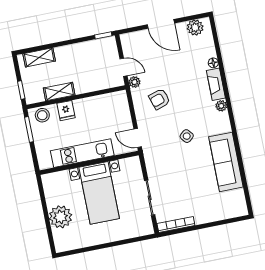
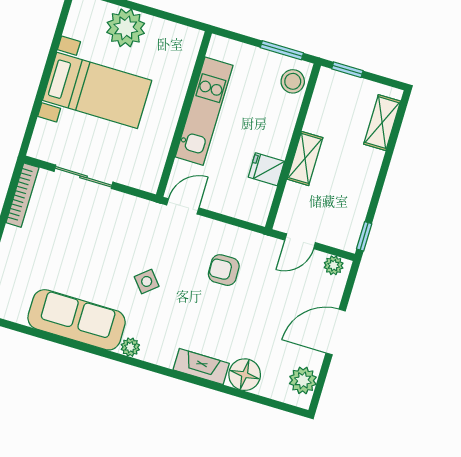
floor lamp: (213, 63) -> (245, 375), width x1.89, depth x1.89
plant: (135, 82) -> (334, 265), moved
shelving: (59, 92) -> (305, 158), moved
armchair: (159, 99) -> (224, 270), turned -74
plant: (221, 106) -> (130, 347), moved
fridge: (66, 111) -> (266, 169), moved
bed with nightstands: (99, 193) -> (97, 90), moved, turned 180

